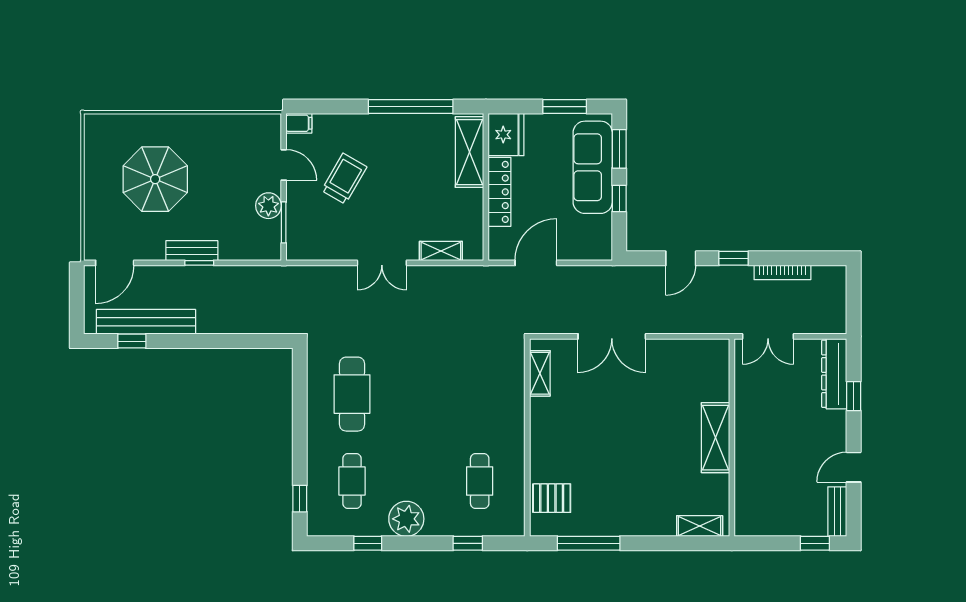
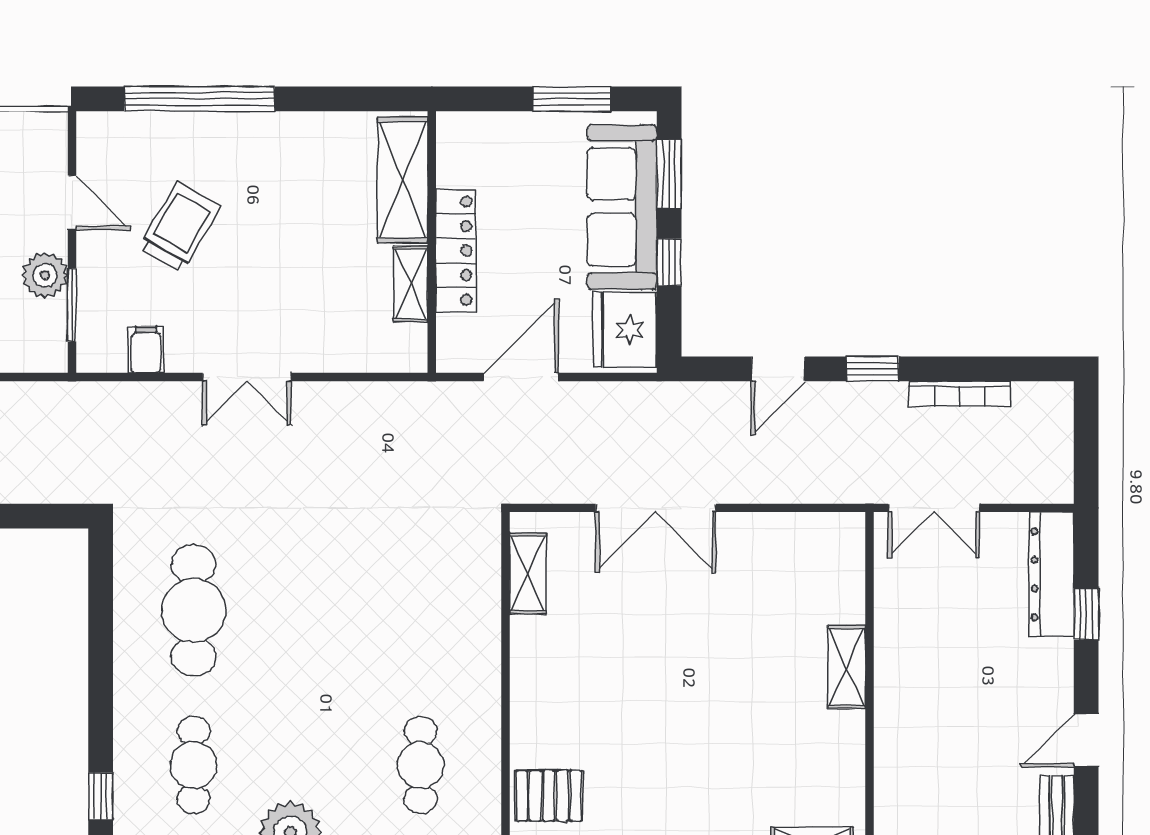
window: (411, 107) -> (200, 99), moved
filing cabinet: (299, 123) -> (146, 350), moved, turned -90
fridge: (506, 135) -> (625, 330), moved, turned 180
shelving: (441, 251) -> (411, 284), moved, turned 90
shelving: (715, 438) -> (847, 667), width x0.67, depth x0.75

